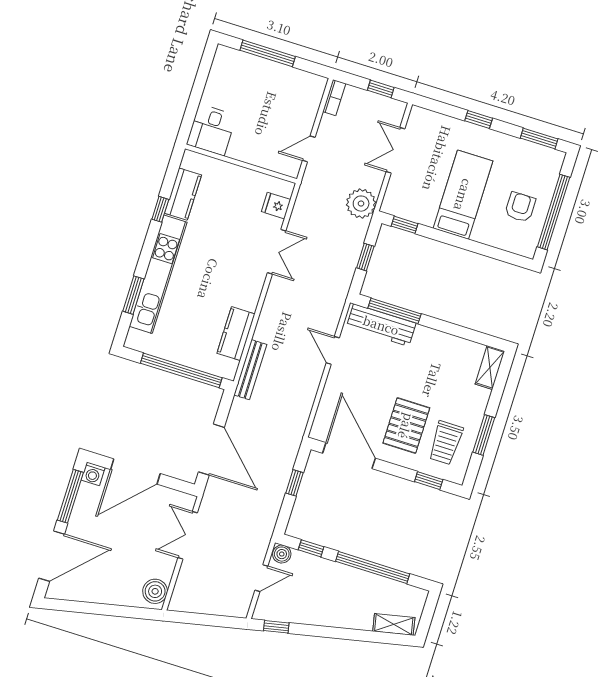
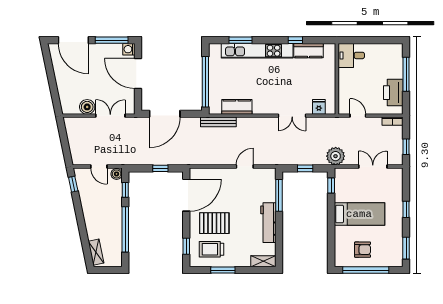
printer: (290, 82) -> (393, 93), added
workbench: (381, 325) -> (268, 223), moved
boiler: (155, 591) -> (87, 107), moved

